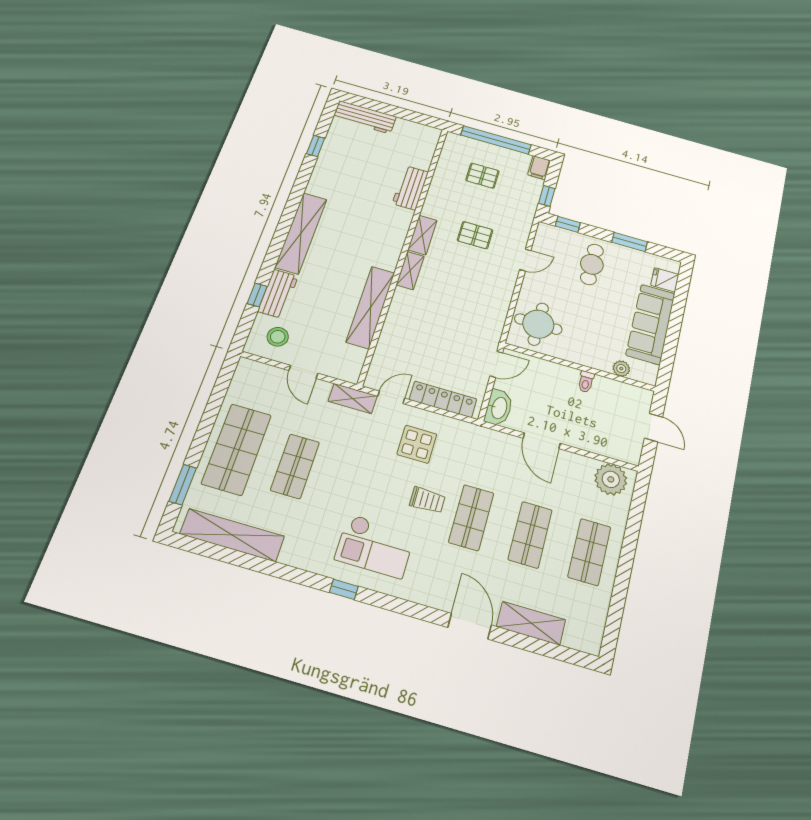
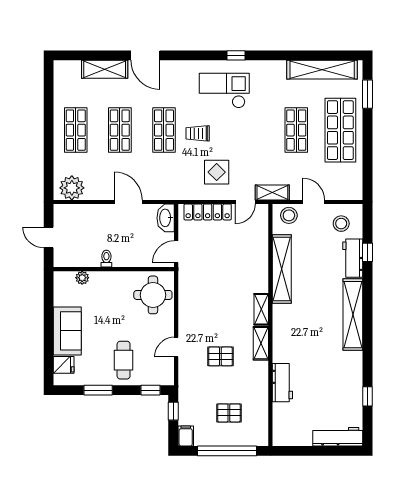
sofa: (651, 324) -> (67, 331), width x0.73
stool: (341, 365) -> (289, 215), added

